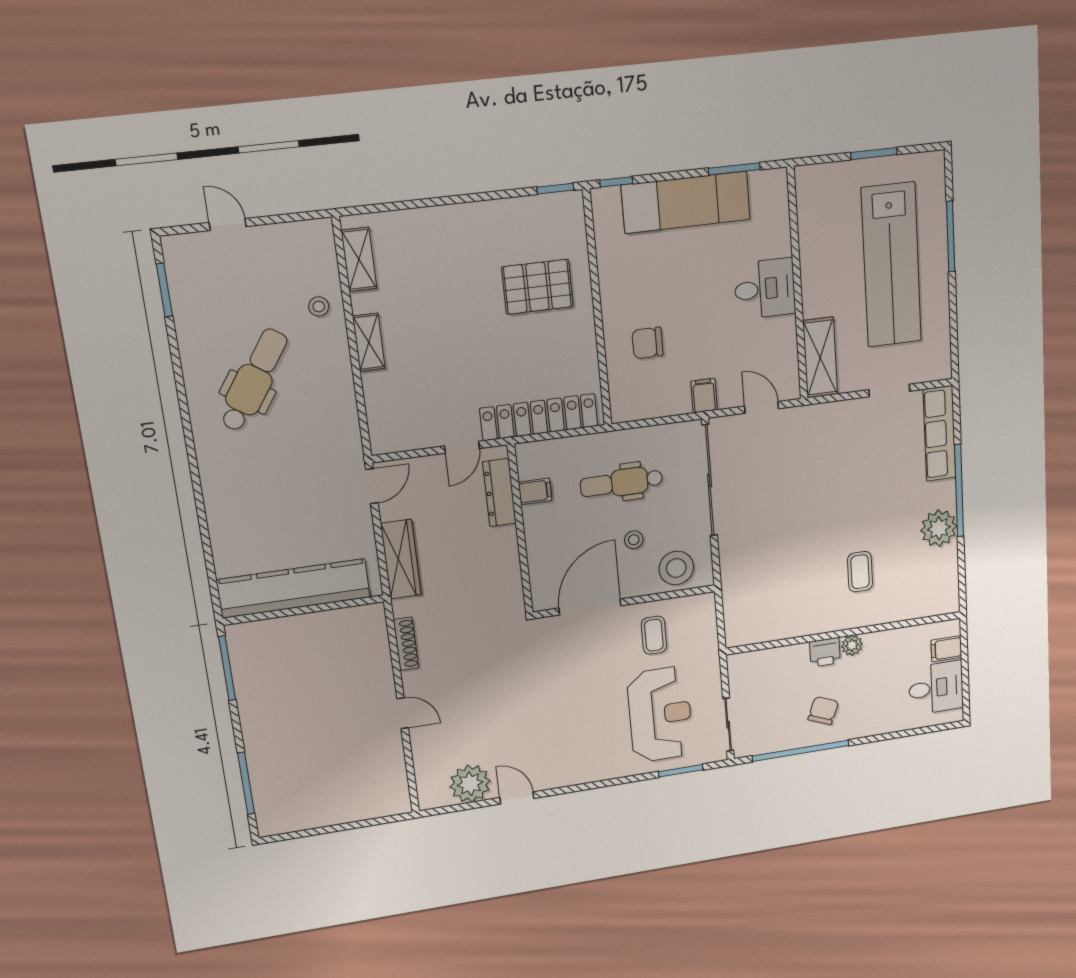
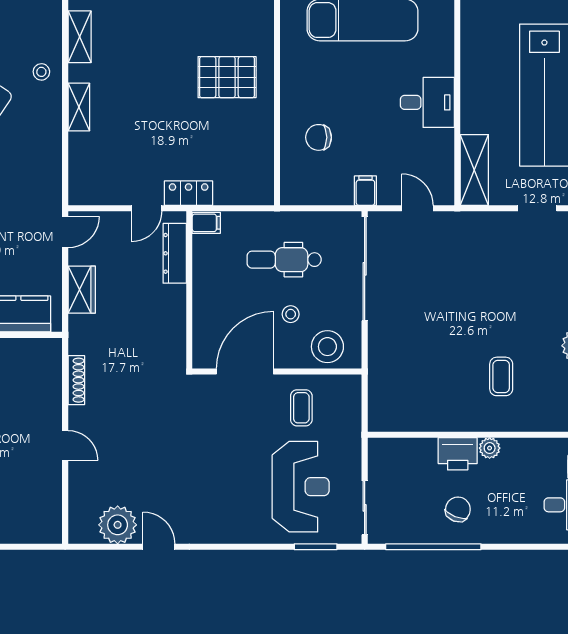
locker: (539, 417) -> (189, 193), width x0.46, depth x0.83
filing cabinet: (535, 491) -> (206, 223), moved
wardrobe: (401, 559) -> (82, 290), width x0.67
printer: (825, 652) -> (458, 454), width x1.36, depth x1.24

